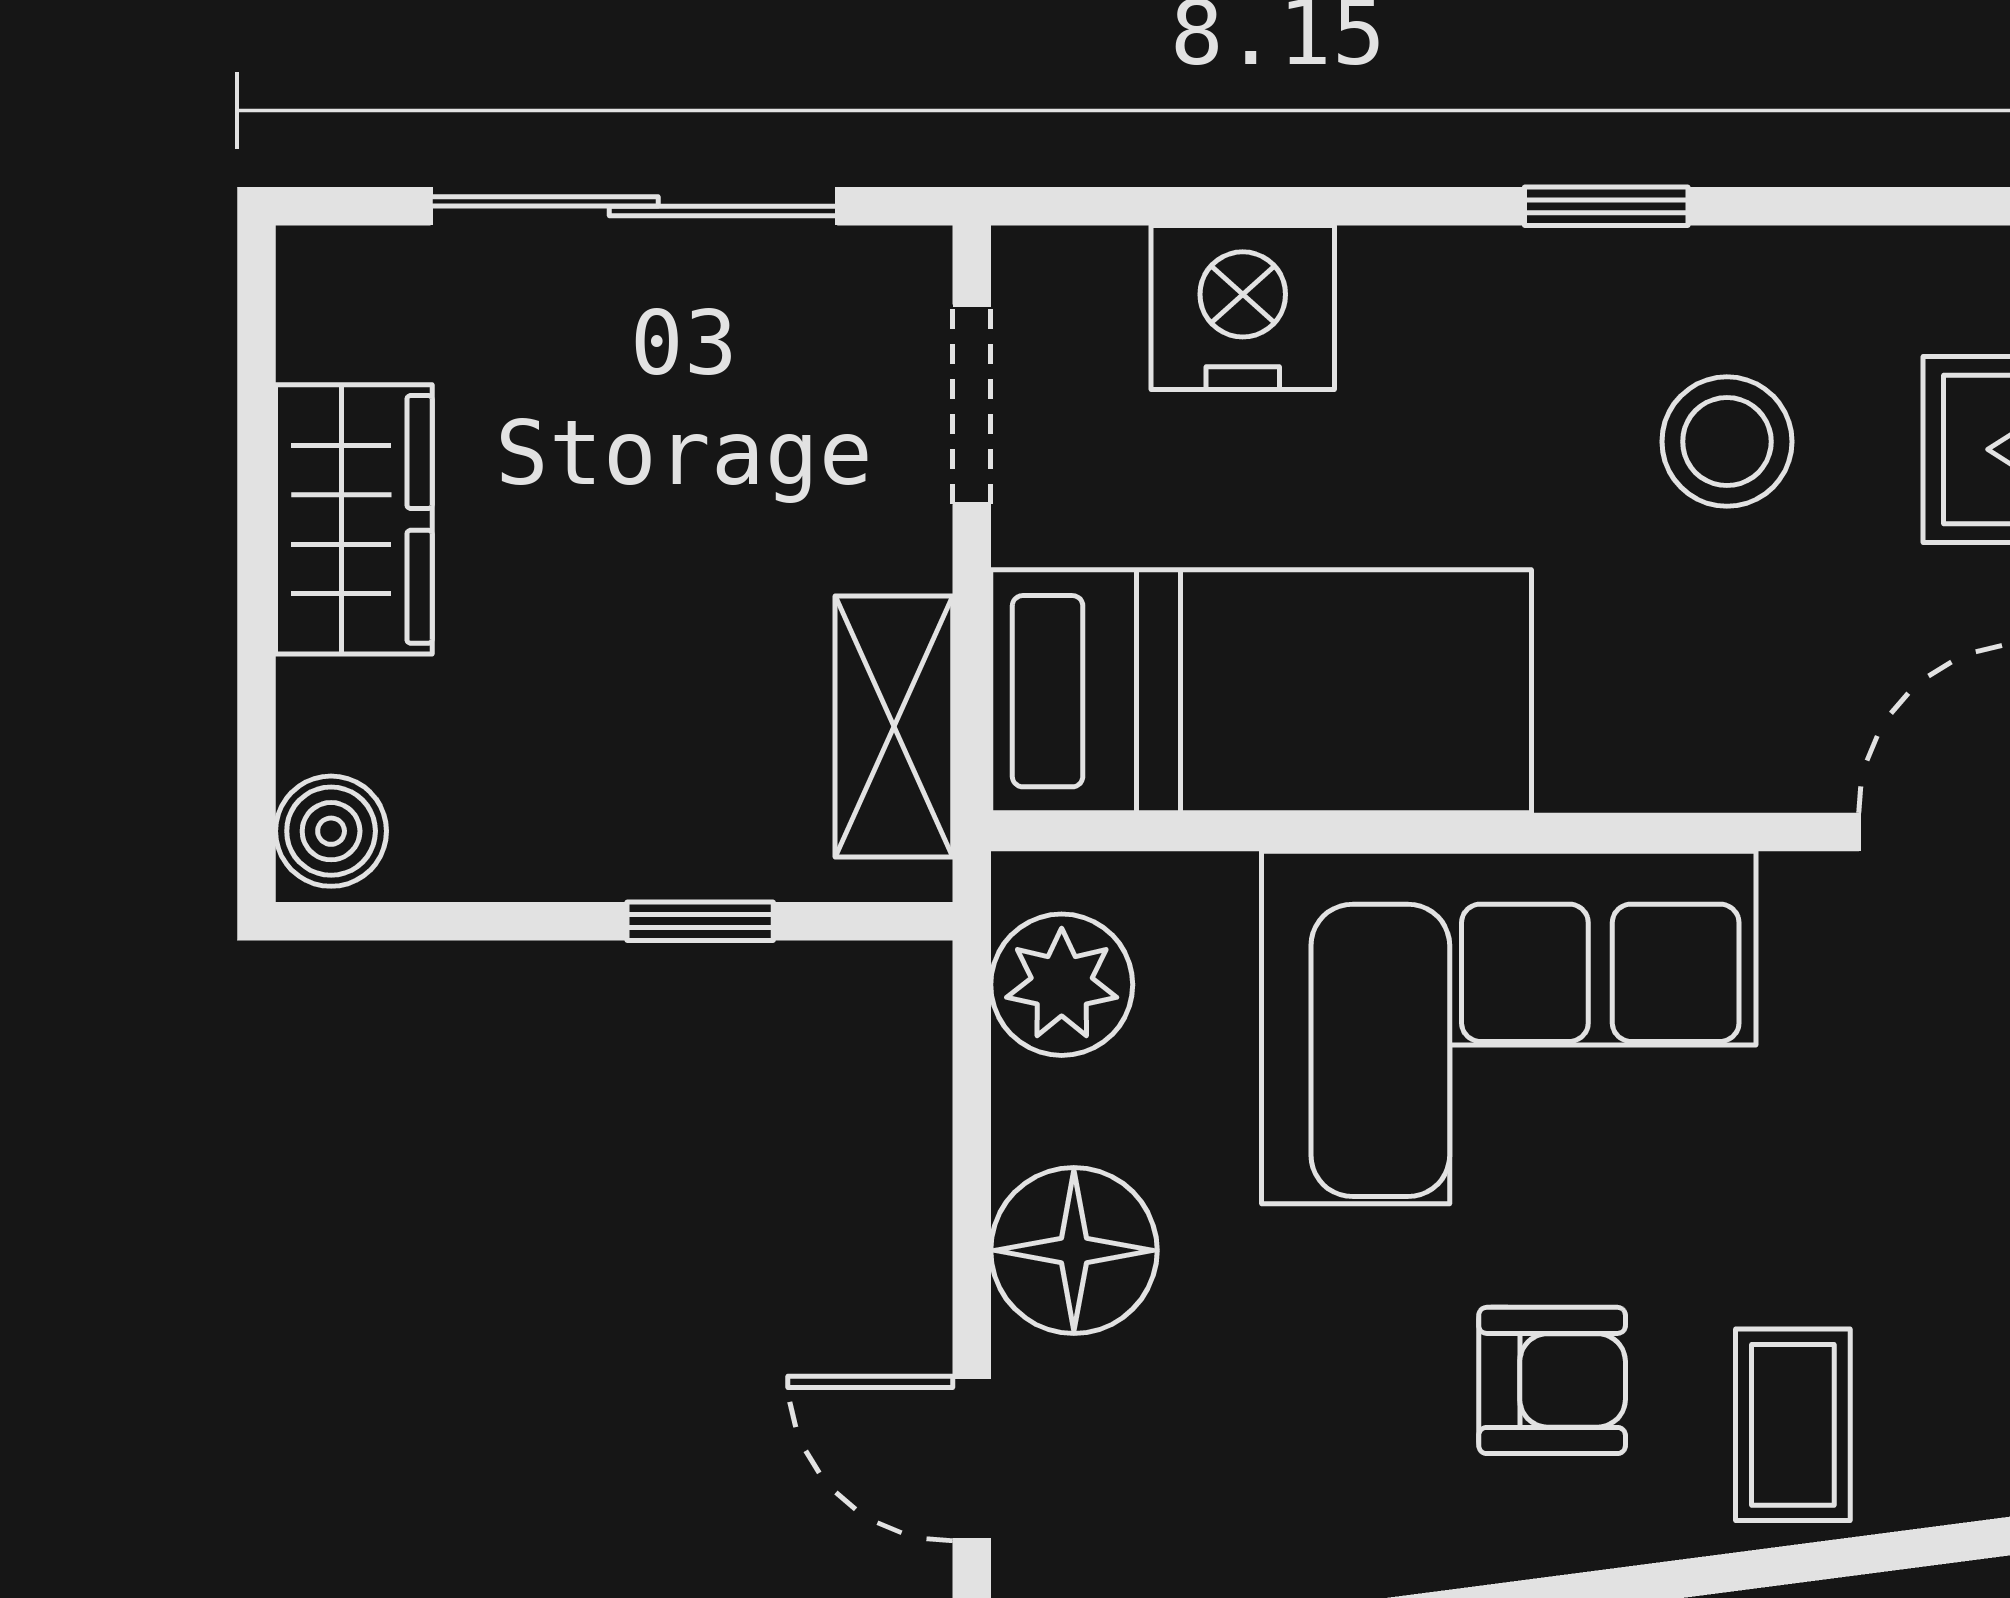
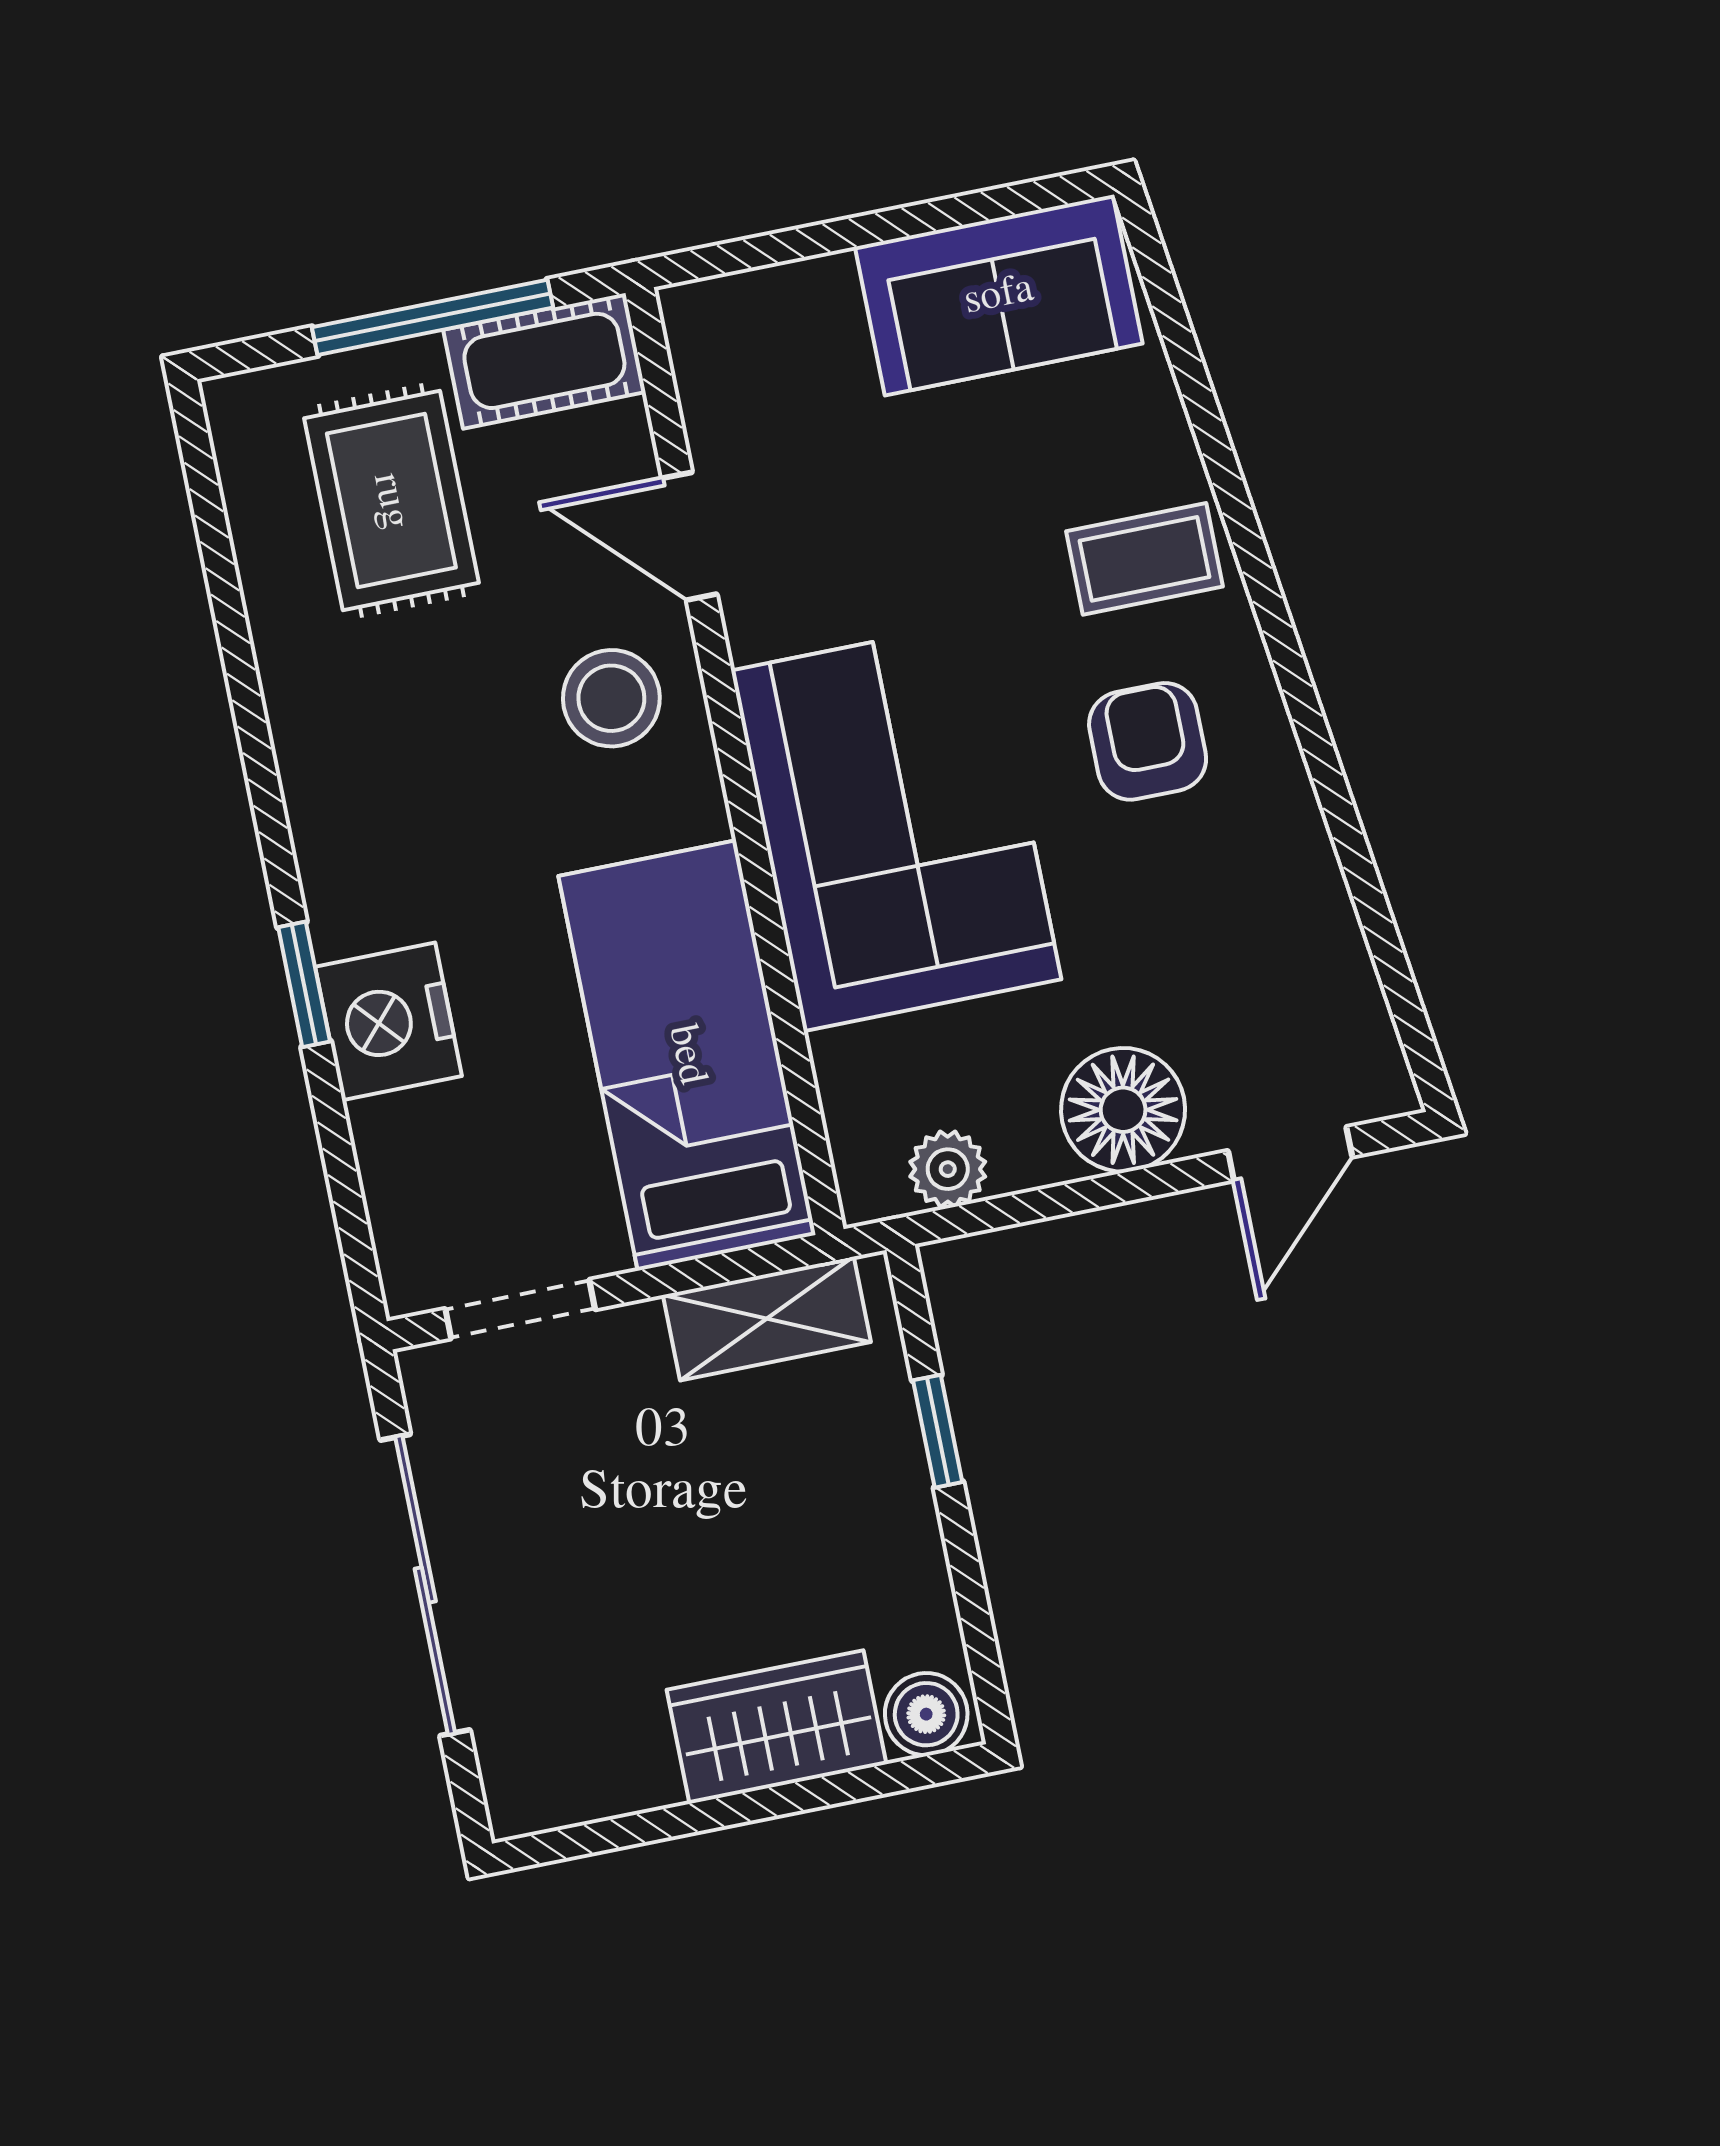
window: (1606, 206) -> (304, 984), moved
nightstand: (1243, 308) -> (389, 1021), moved
stool: (1727, 442) -> (611, 698), moved
wardrobe: (354, 519) -> (777, 1727), moved
plant: (1062, 985) -> (948, 1169), width x0.73, depth x0.73

